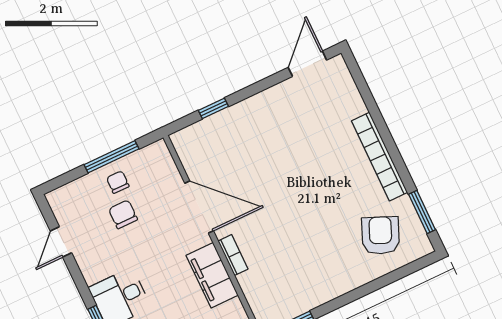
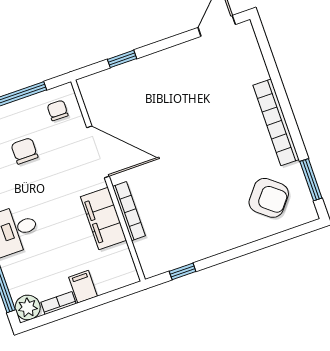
chair: (118, 182) -> (58, 110), moved
armchair: (380, 235) -> (269, 198), turned 106
bookcase: (233, 255) -> (129, 211), width x1.56

